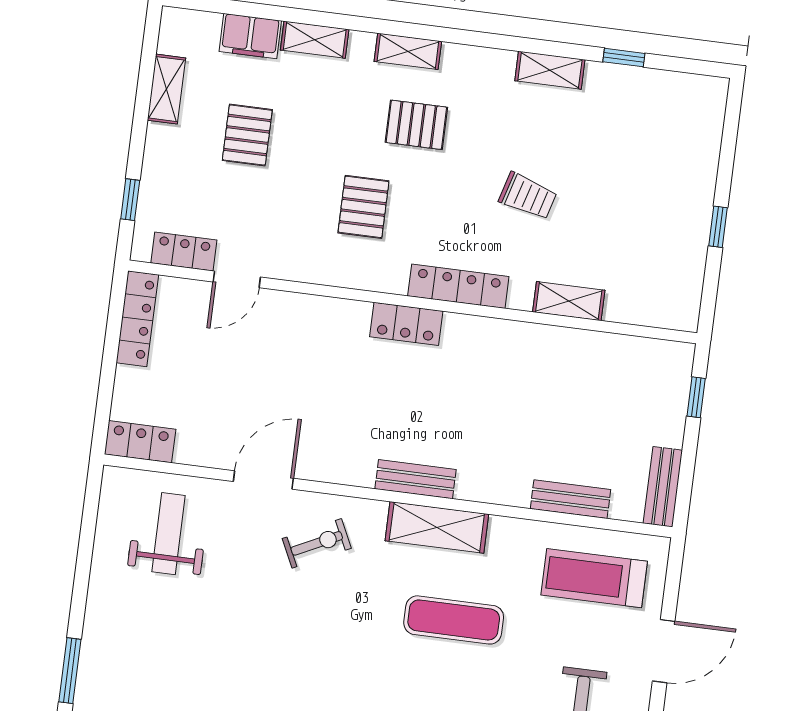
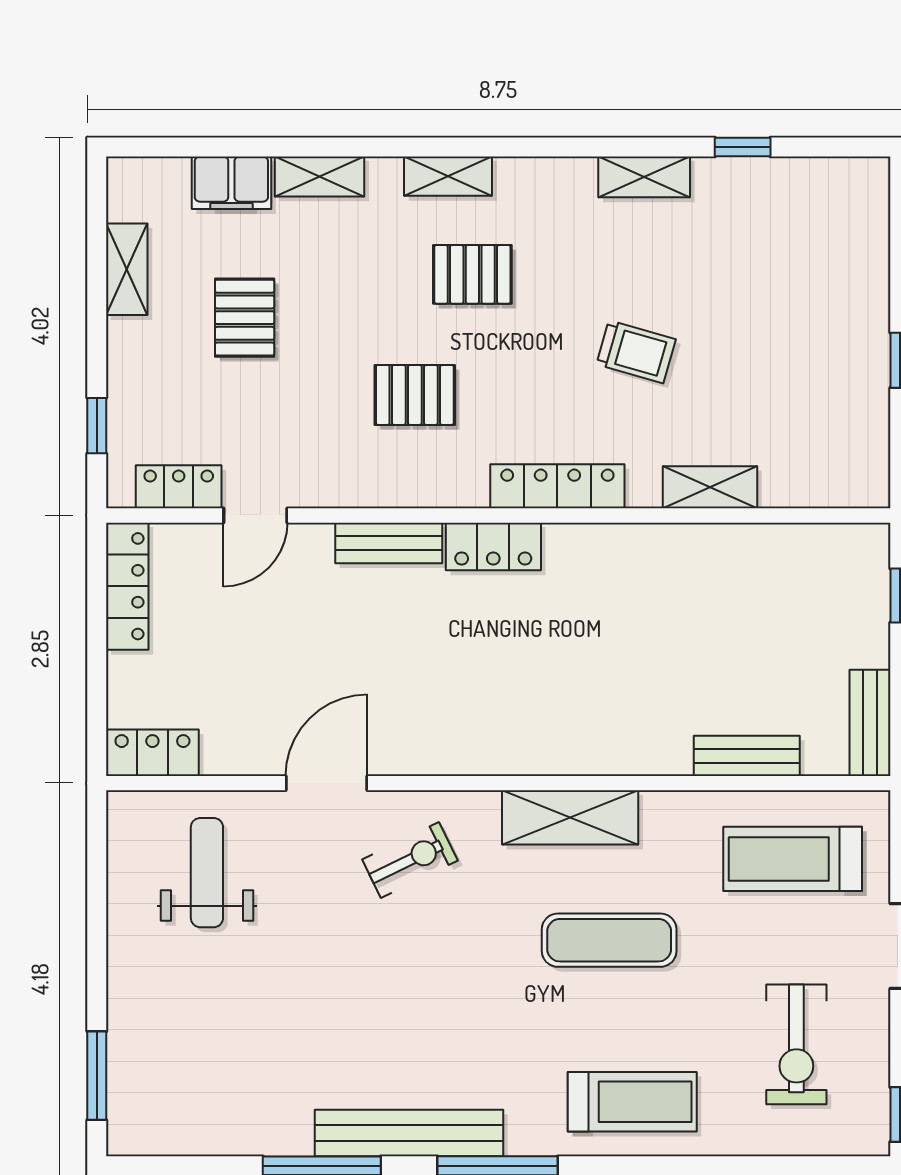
pallet: (363, 207) -> (415, 395), turned 90
bench: (415, 479) -> (389, 543), moved

